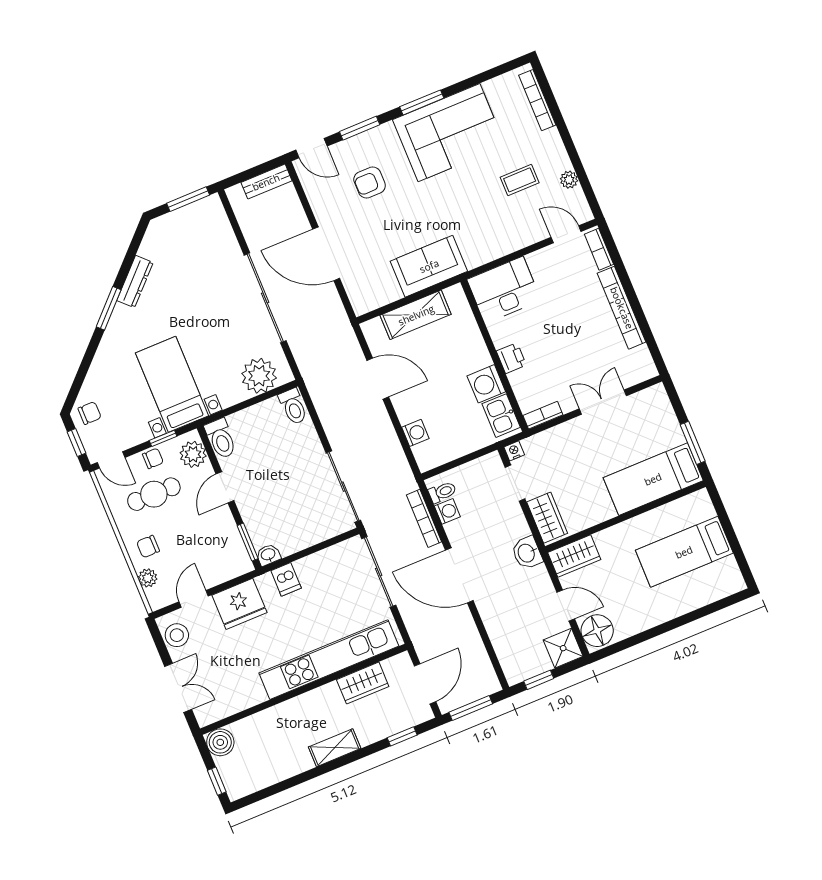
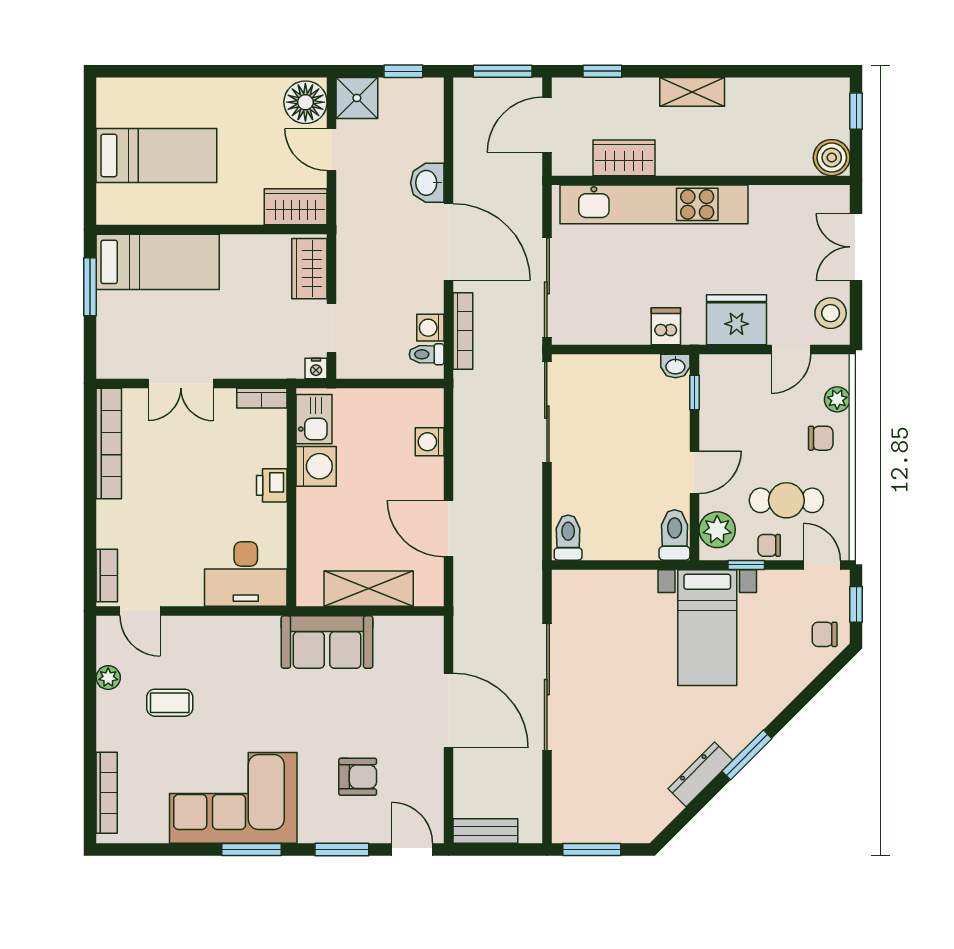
bookcase: (622, 308) -> (109, 443), moved
plant: (259, 376) -> (595, 593), removed
window: (248, 542) -> (695, 392), width x0.67
washbasin: (527, 553) -> (427, 183), moved, turned 180

